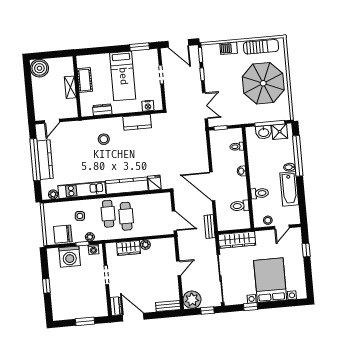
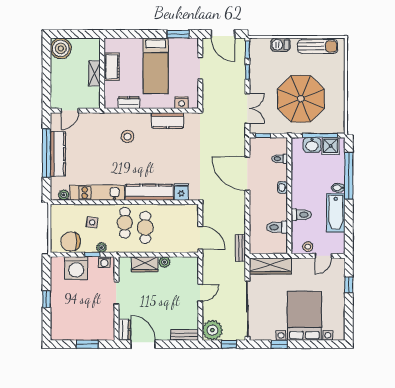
parasol: (263, 83) -> (301, 99), moved
door: (212, 186) -> (247, 174), moved

